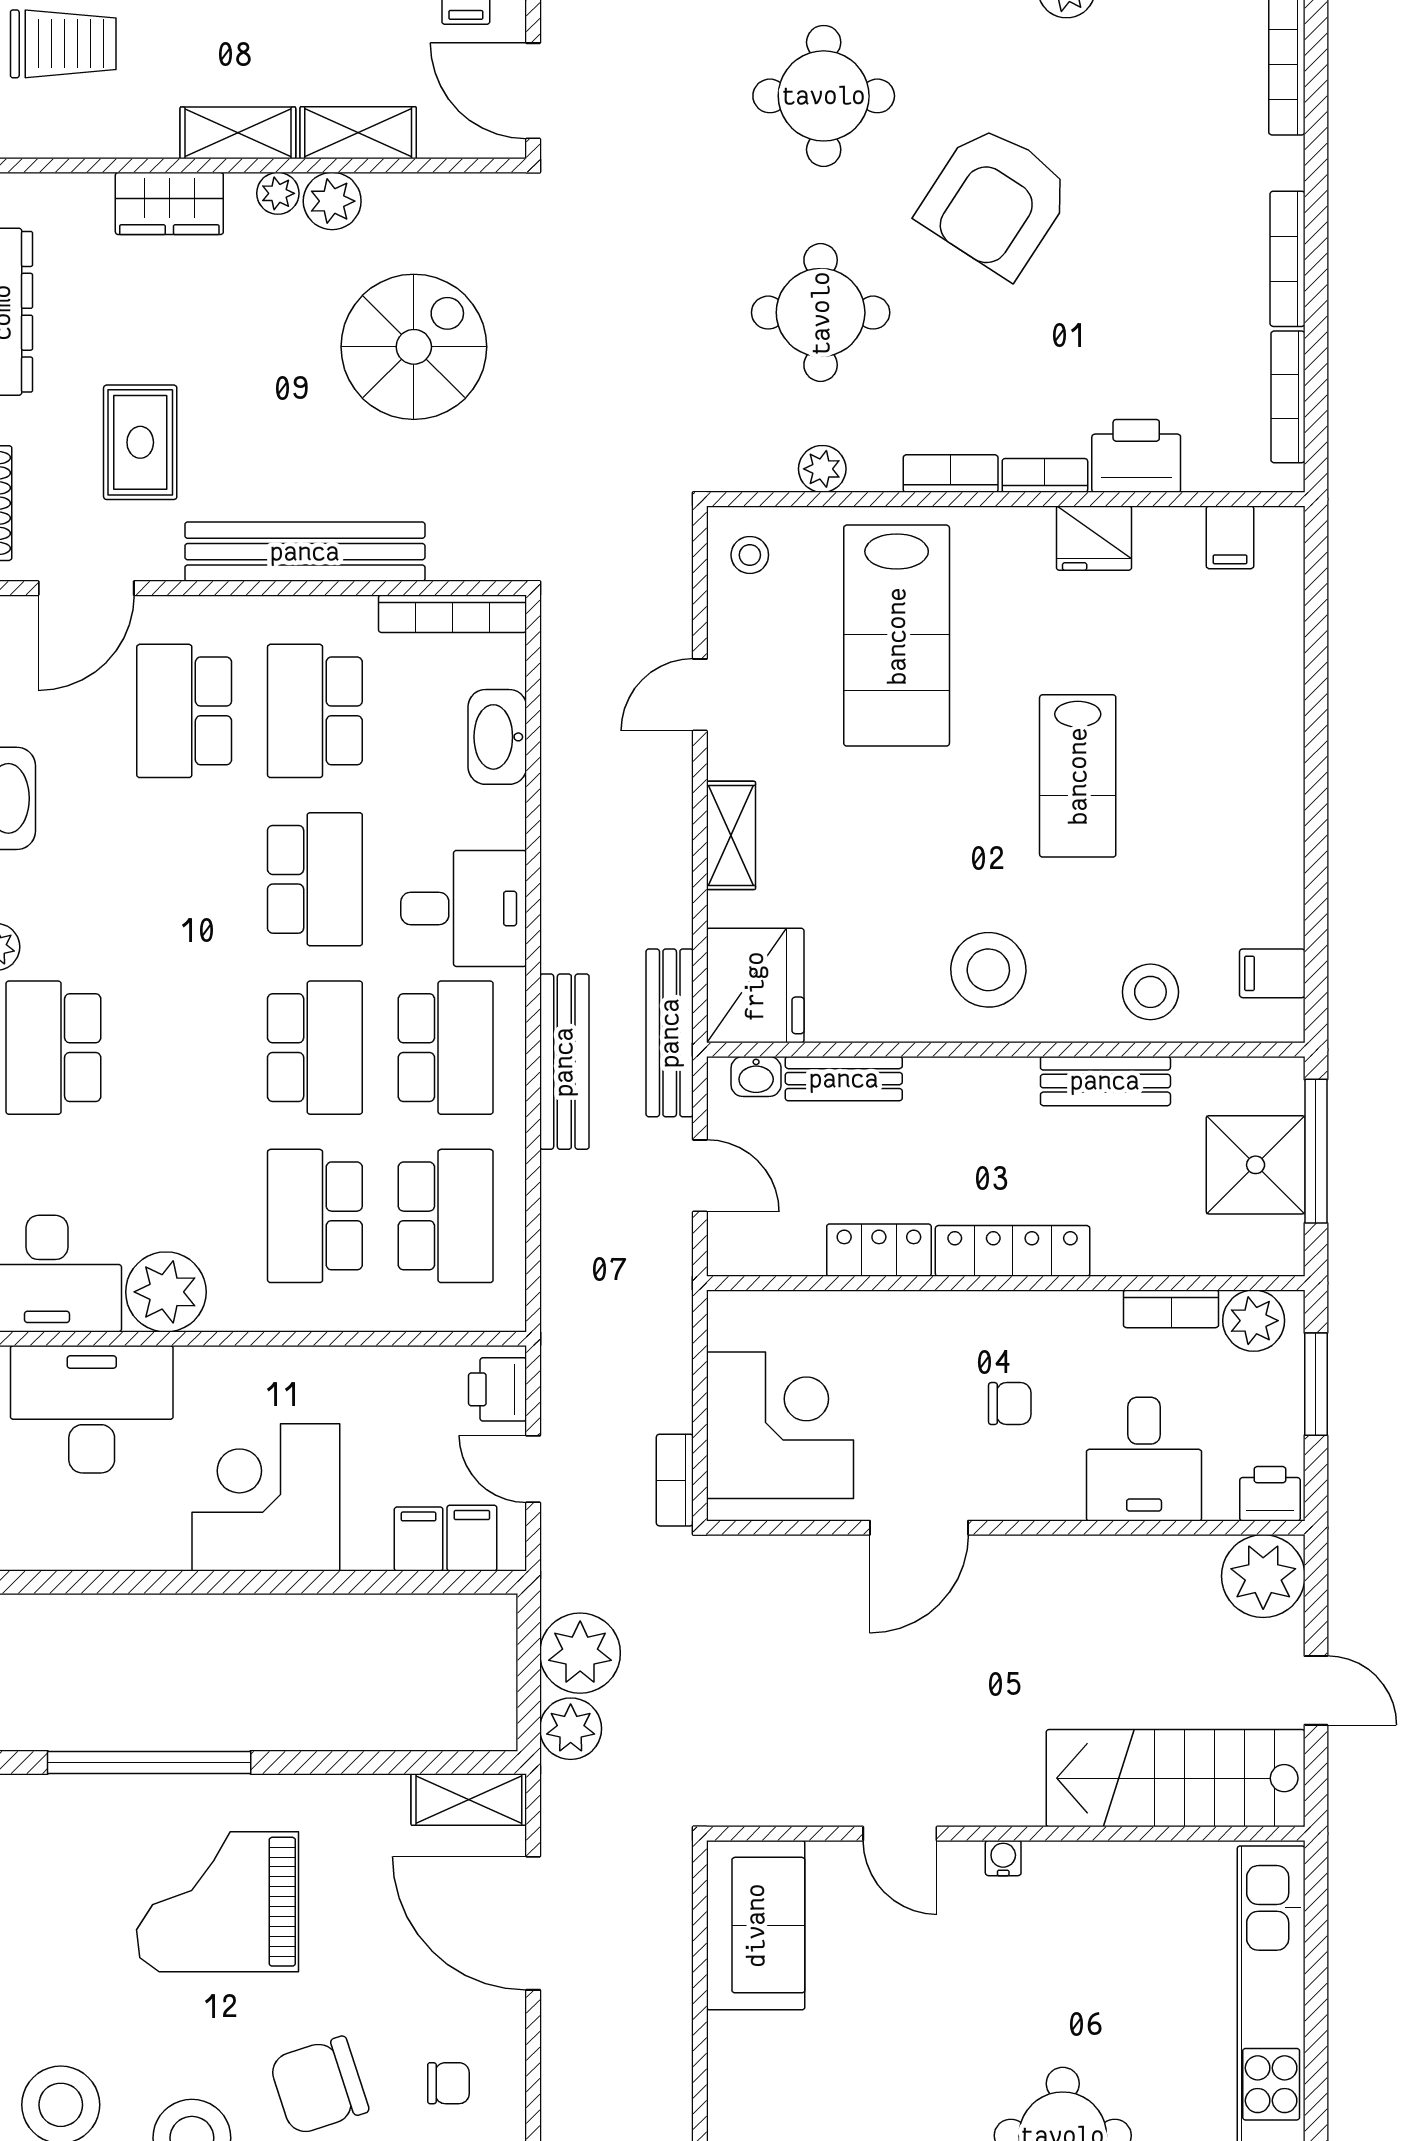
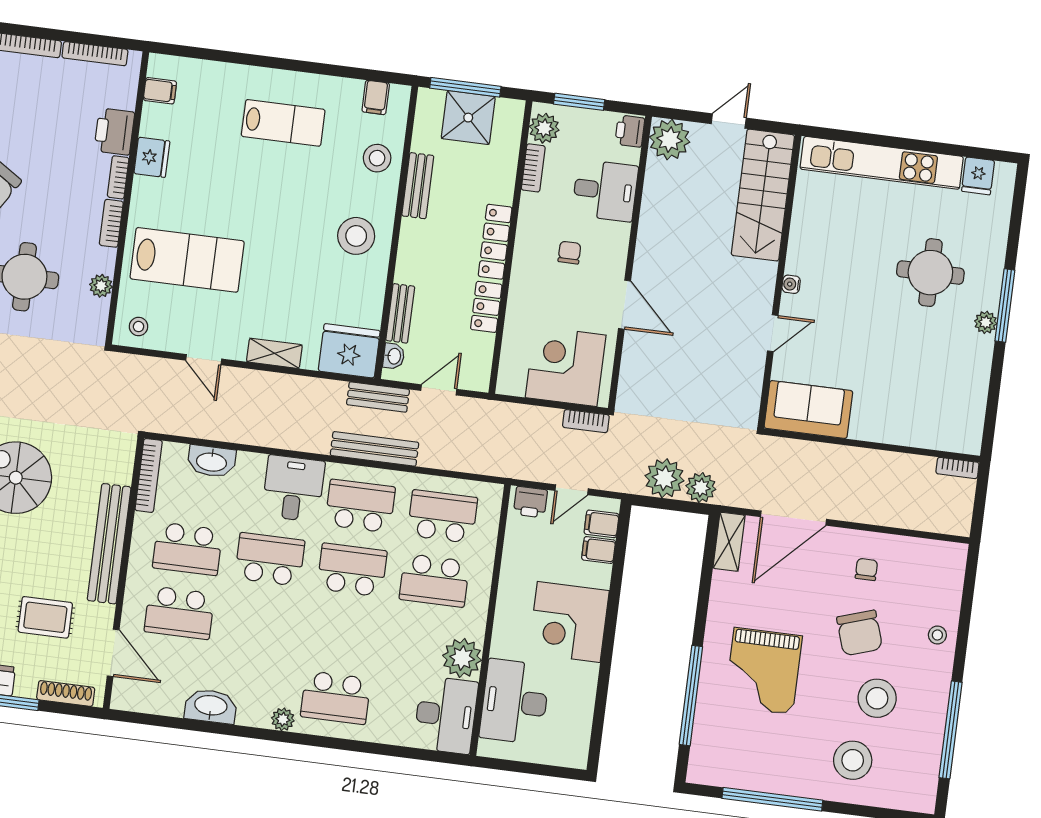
lab bench: (1078, 776) -> (283, 123), moved
bench: (670, 1033) -> (378, 397), width x0.73

